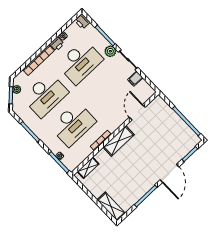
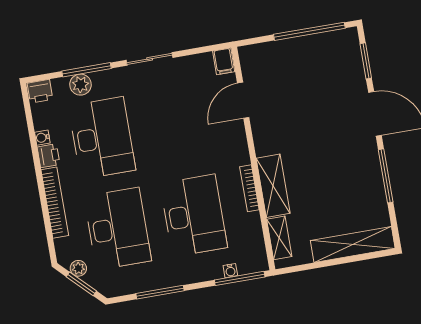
plant: (110, 51) -> (81, 85), moved
filing cabinet: (135, 79) -> (224, 61), moved
door: (137, 112) -> (243, 100), hinge flipped
shelving: (119, 141) -> (273, 186), moved
shelving: (111, 206) -> (353, 244), width x1.47

